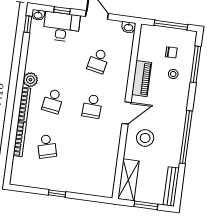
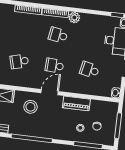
door: (127, 113) -> (50, 92), swing flipped
school desk: (47, 146) -> (19, 61), moved

